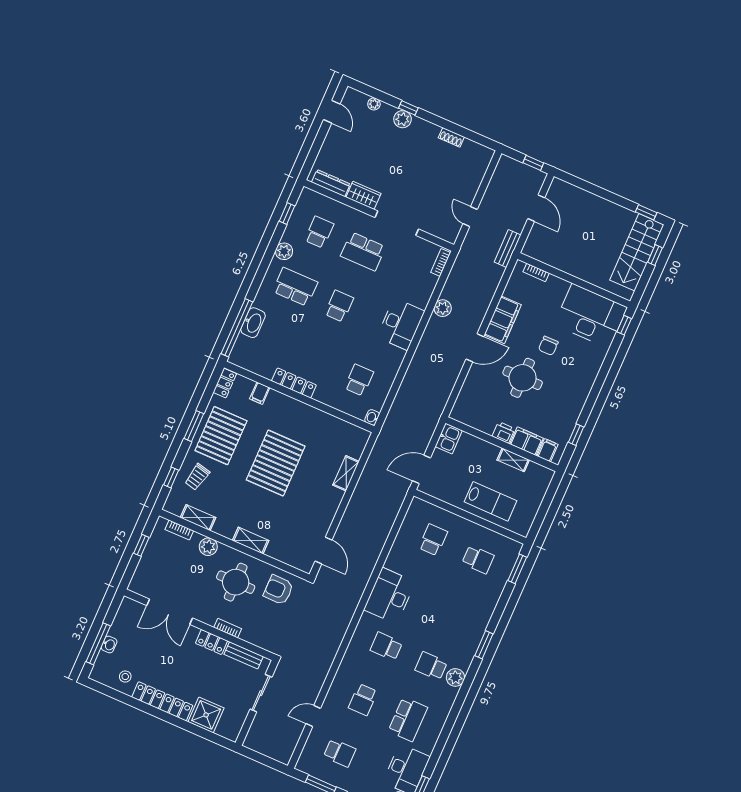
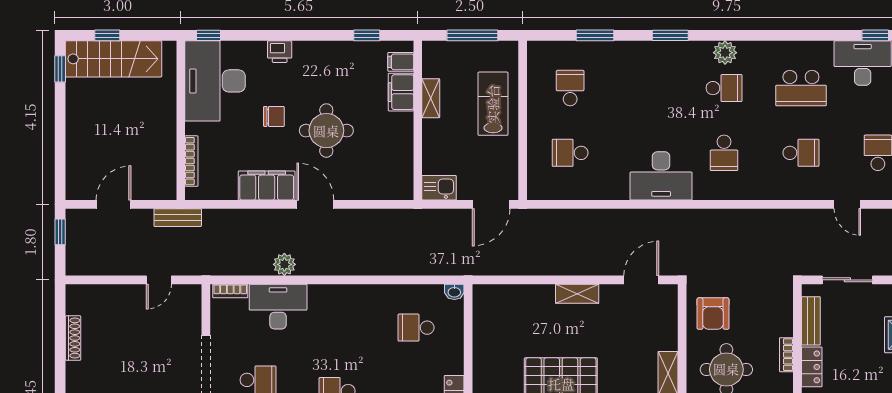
shoe rack: (451, 137) -> (73, 338), width x1.43
bookcase: (536, 272) -> (191, 161), width x1.56
desk: (401, 324) -> (278, 307), moved
printer: (503, 432) -> (280, 52), moved, turned -90
door: (421, 469) -> (491, 204), hinge flipped
shelving: (346, 473) -> (577, 294), moved
window: (544, 508) -> (472, 35), added
window: (517, 569) -> (595, 35), moved
school desk: (431, 666) -> (724, 88), turned -90
school desk: (408, 719) -> (801, 88), turned 180

